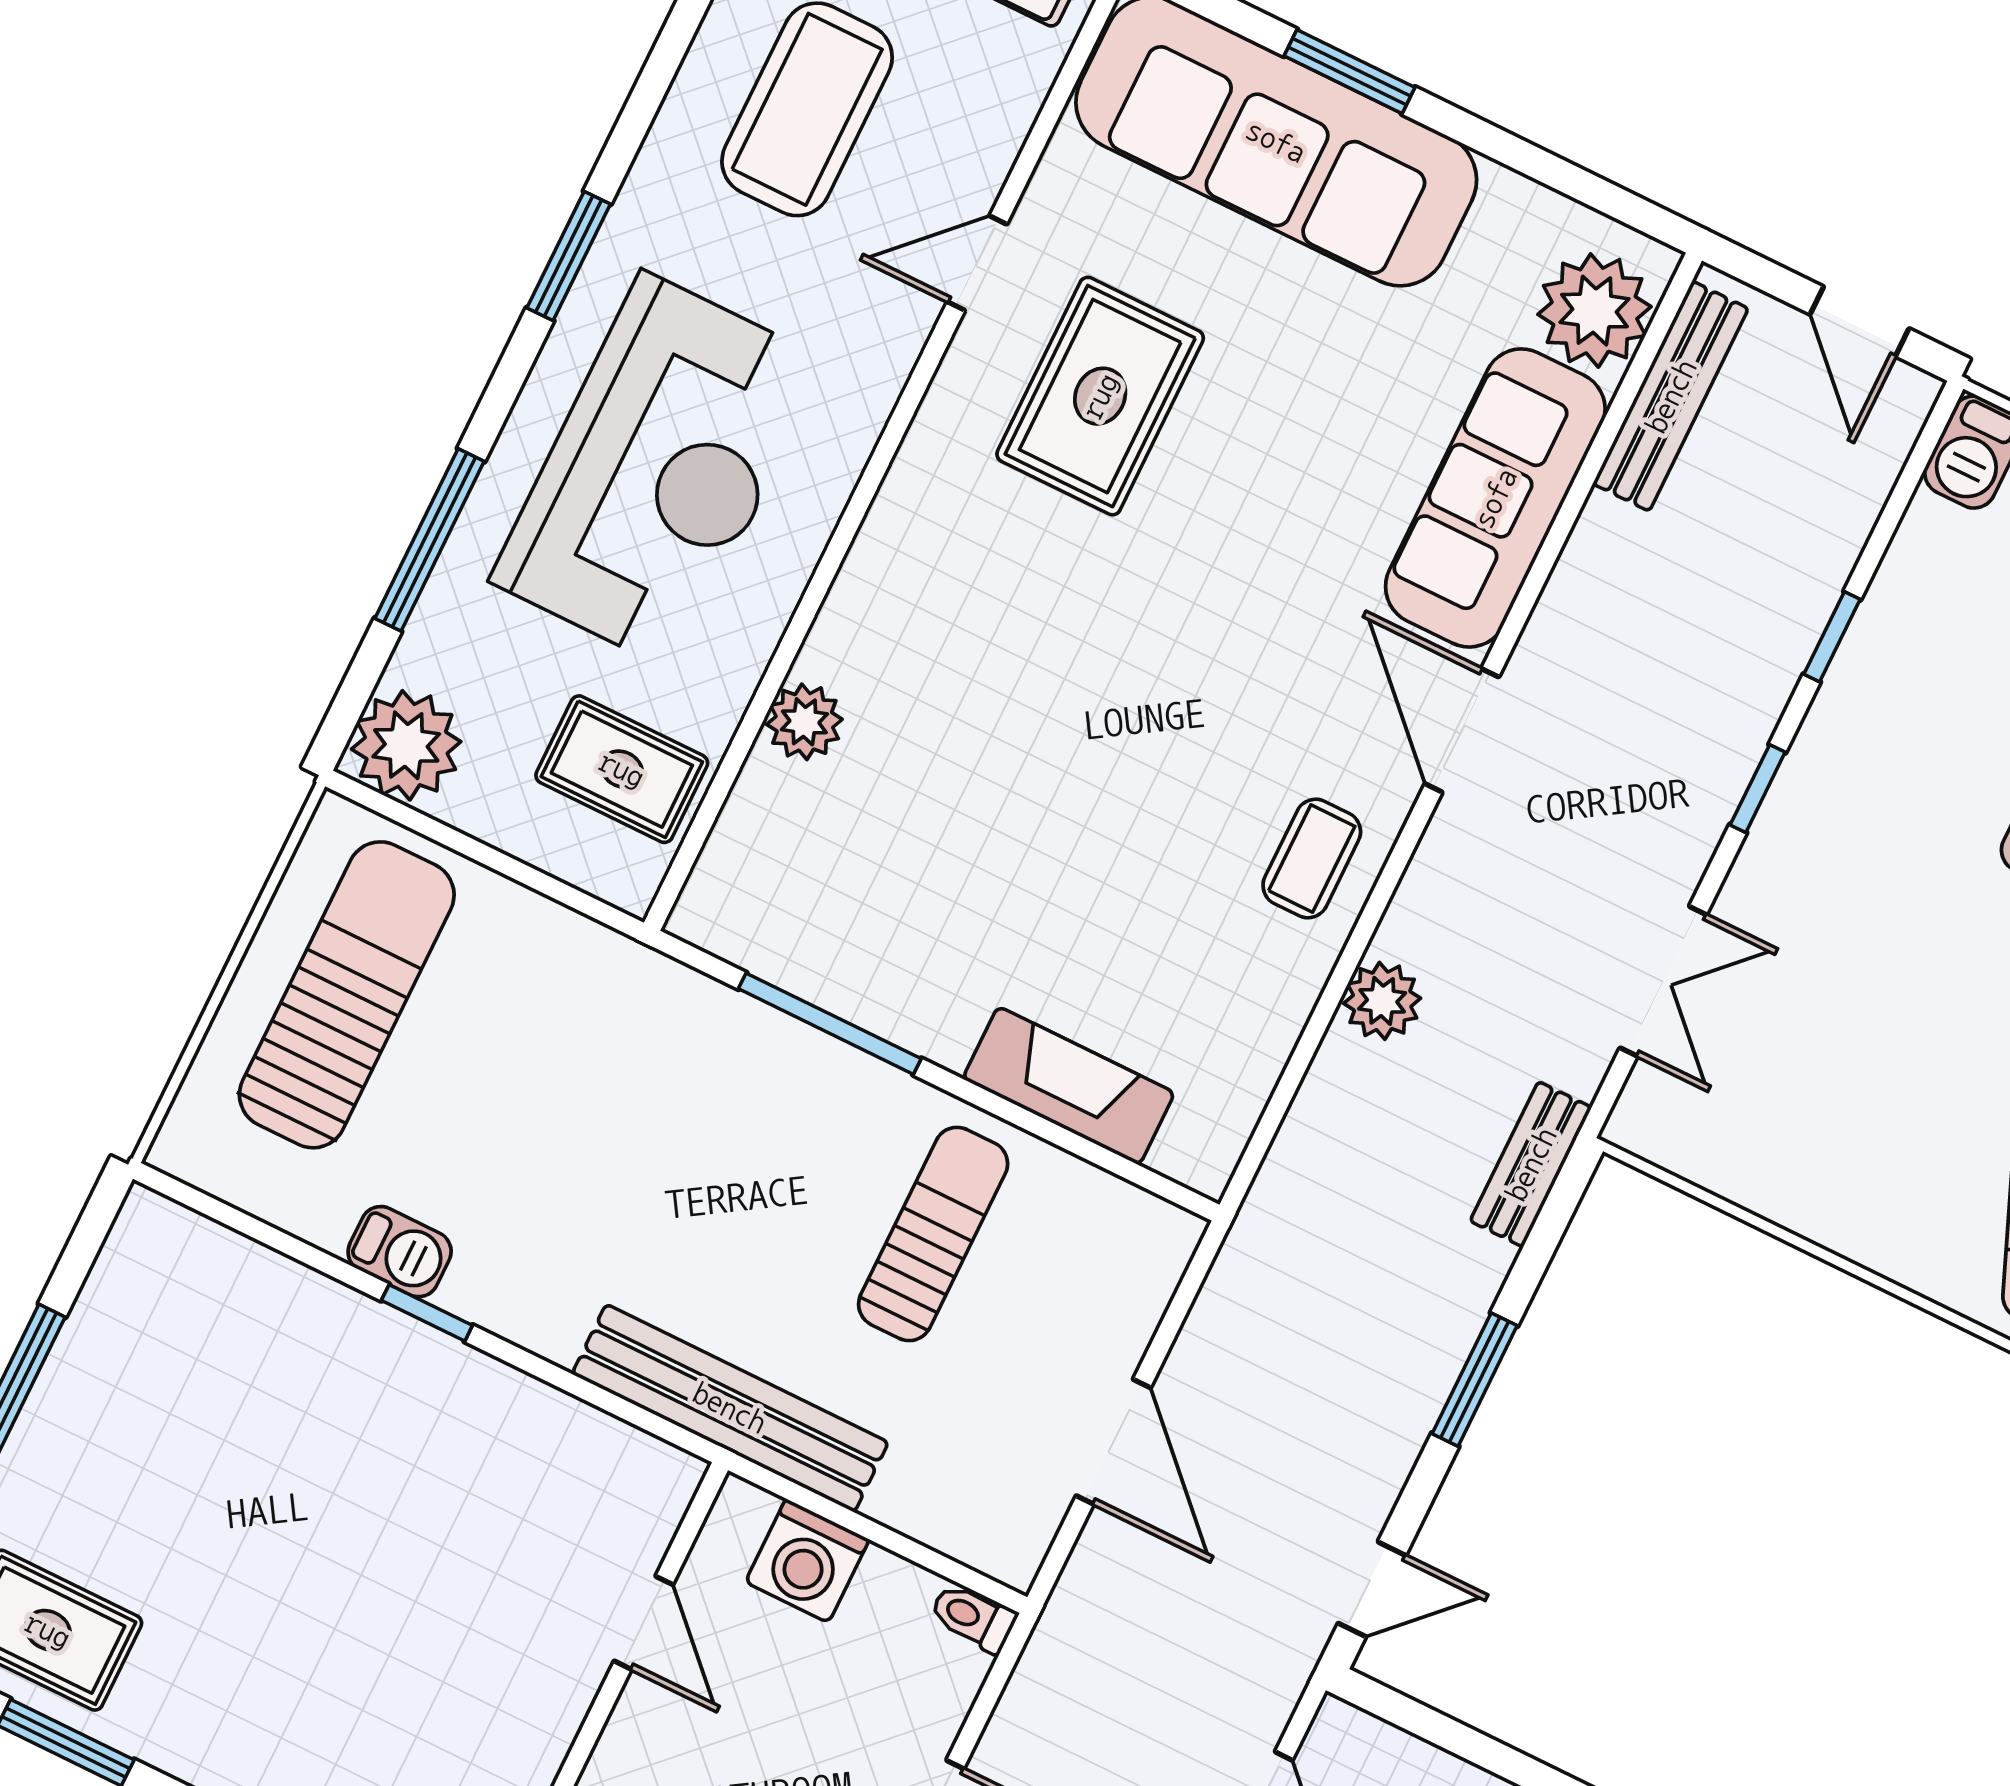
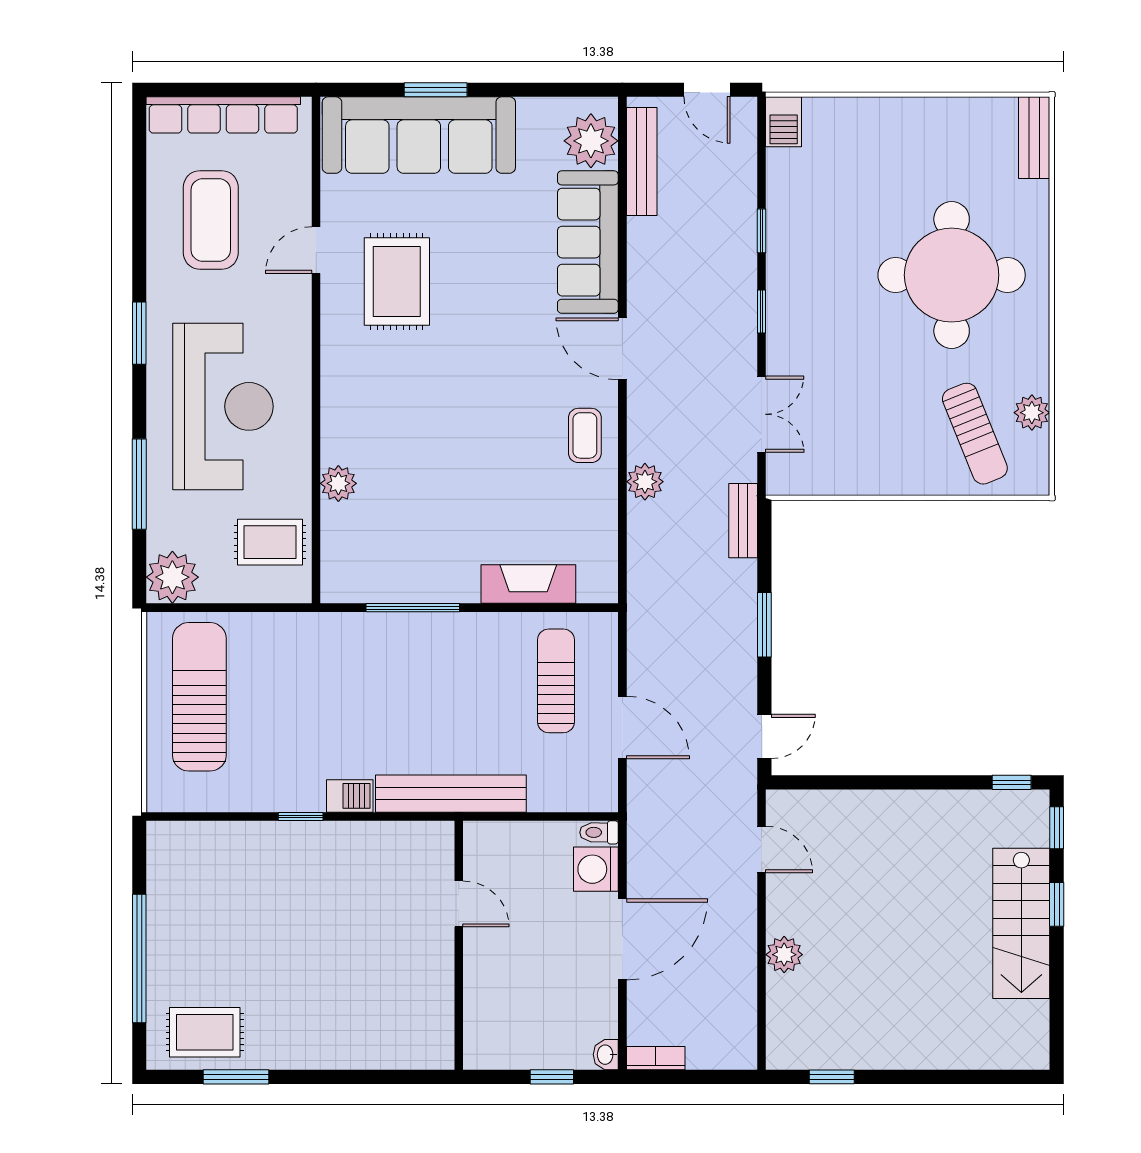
sun lounger: (933, 1234) -> (556, 681), moved
barbecue: (400, 1252) -> (350, 796), moved
washing machine: (807, 1561) -> (596, 869), moved, turned 90

